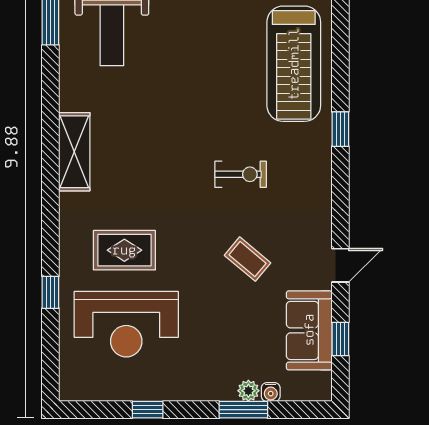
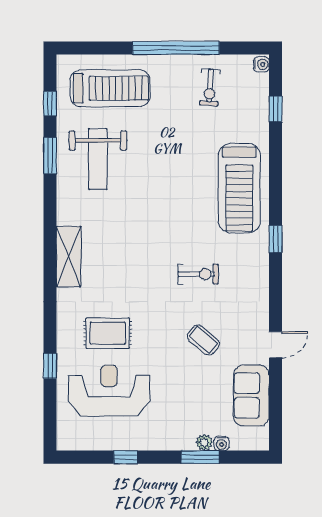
reception desk: (126, 324) -> (109, 391), turned 180
window: (340, 339) -> (276, 402), removed

